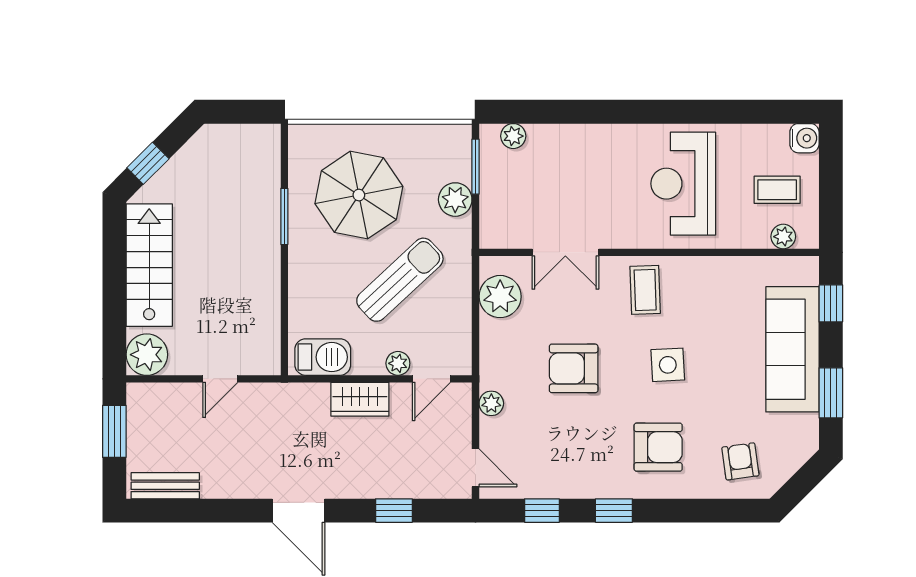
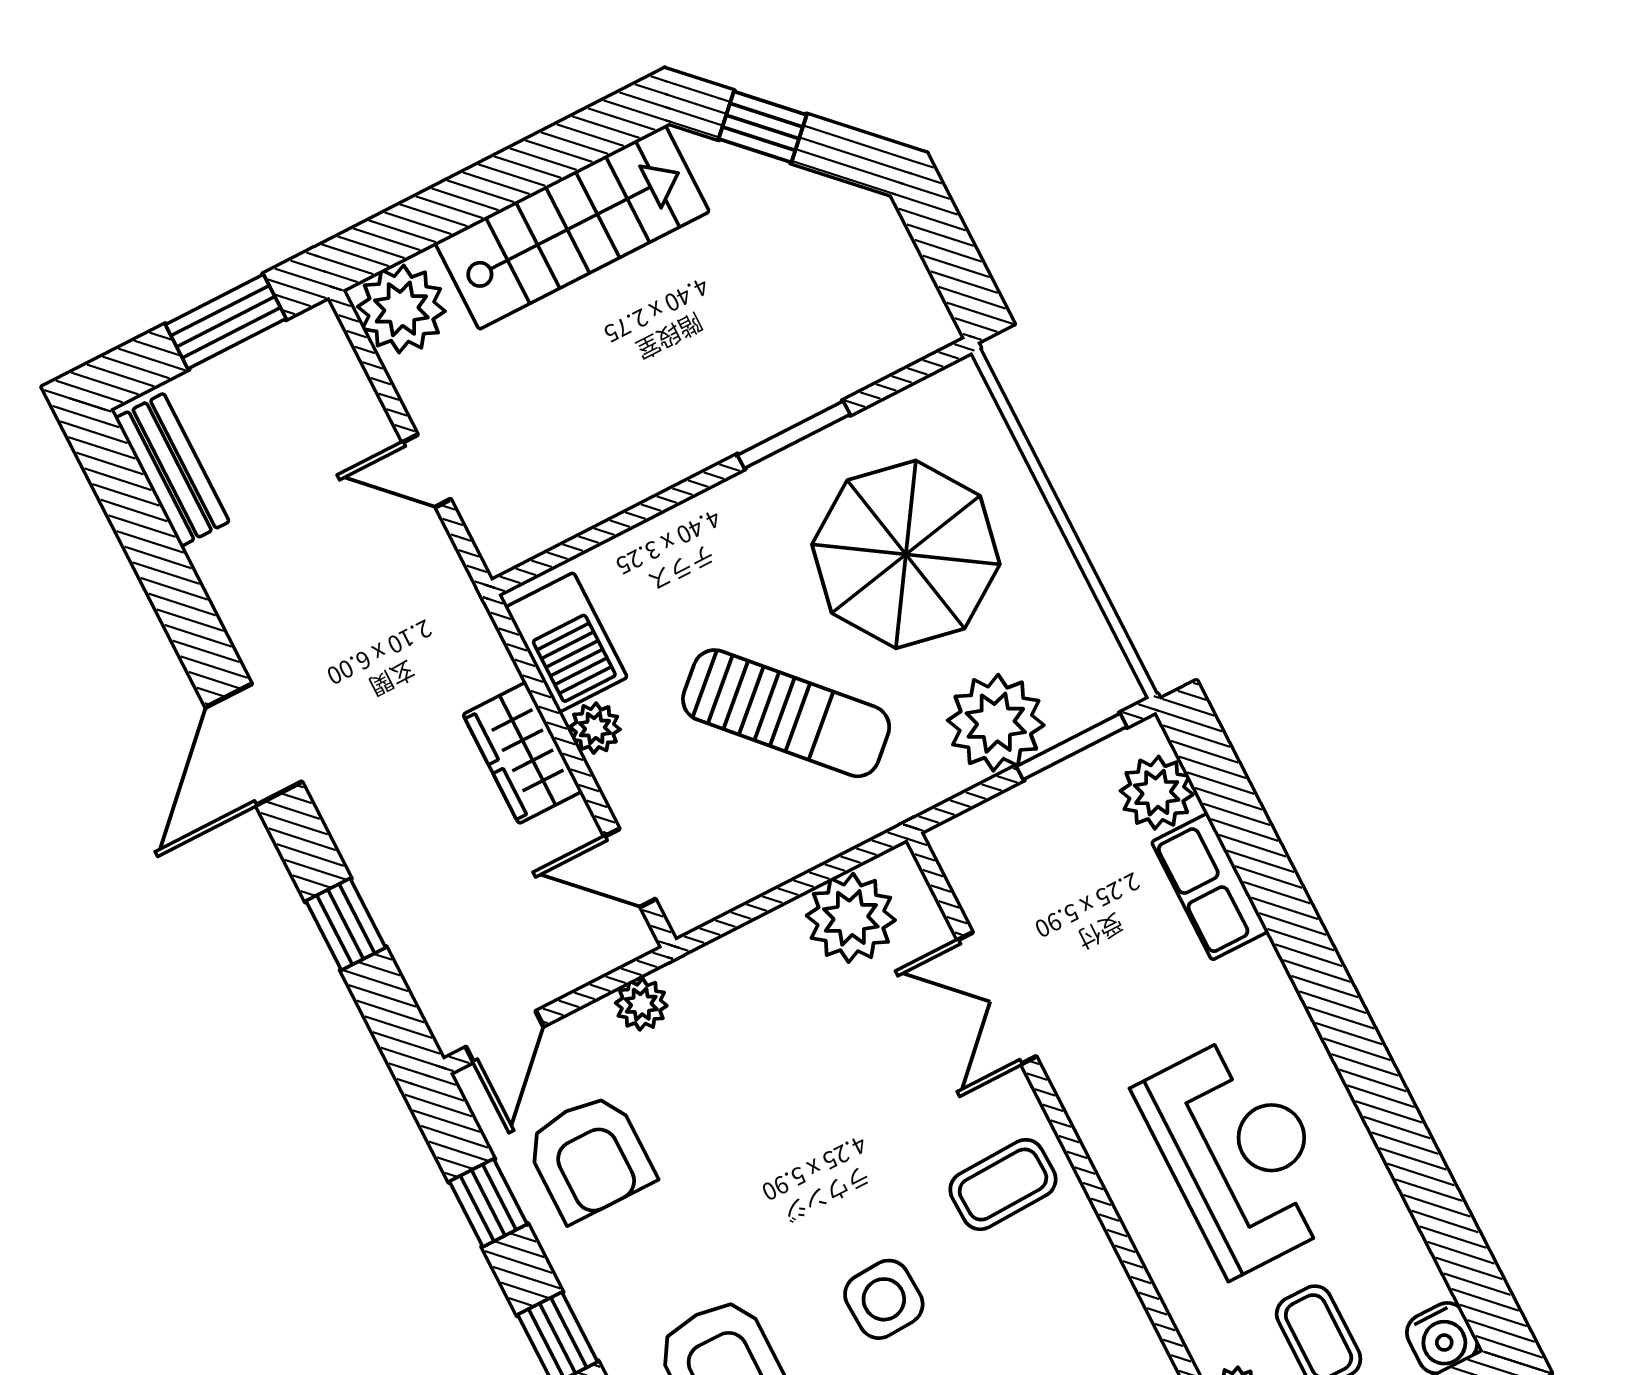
plant: (513, 136) -> (1157, 793), width x1.38, depth x1.38
row of seats: (564, 139) -> (1210, 887), added
reception desk: (683, 184) -> (1240, 1154), turned 90
plant: (455, 200) -> (996, 723), width x1.36, depth x1.36
plant: (398, 363) -> (595, 728), moved
armchair: (574, 368) -> (590, 1157), moved, turned 180

